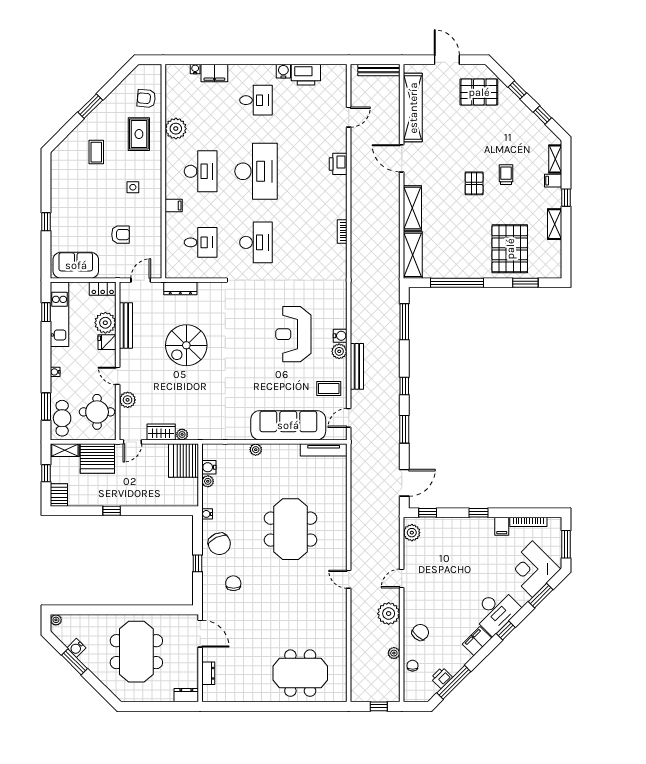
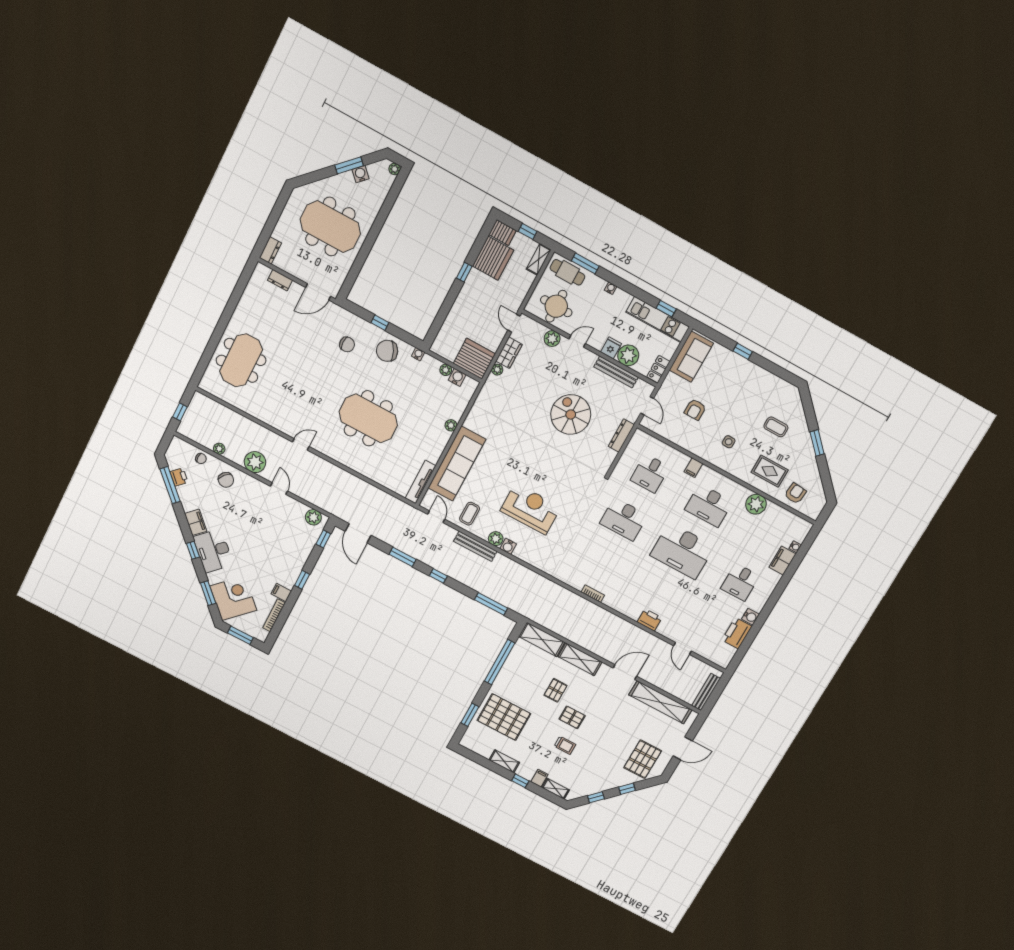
pallet: (456, 214) -> (556, 690), added
server rack: (97, 459) -> (493, 258), moved, turned 180

